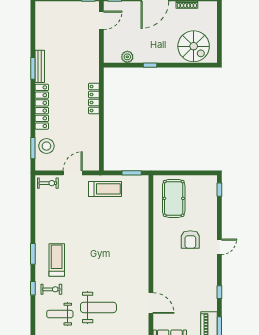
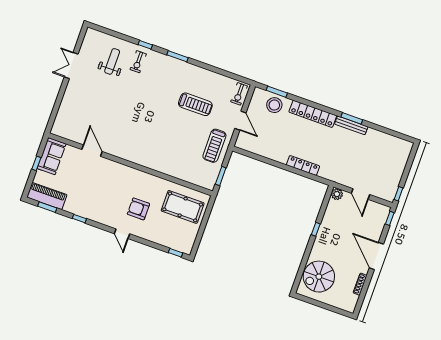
door: (101, 20) -> (361, 194), moved
plant: (127, 57) -> (337, 194), moved
treadmill: (57, 260) -> (195, 104), moved
door: (151, 303) -> (92, 151), swing flipped
weight bench: (98, 307) -> (105, 100), removed

